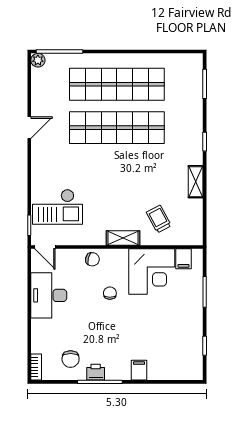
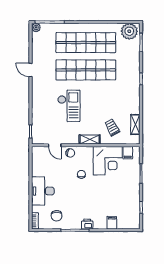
plant: (186, 66) -> (129, 31), added
door: (29, 128) -> (31, 70), swing flipped
shelving: (196, 182) -> (135, 125), moved
checkout: (57, 207) -> (69, 106), moved, turned -90
door: (45, 247) -> (55, 145), moved
desk: (49, 295) -> (43, 191), moved
filing cabinet: (139, 370) -> (112, 223), moved
printer: (96, 372) -> (87, 224), moved

